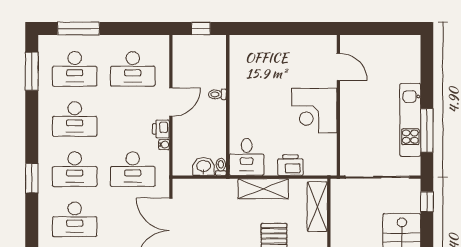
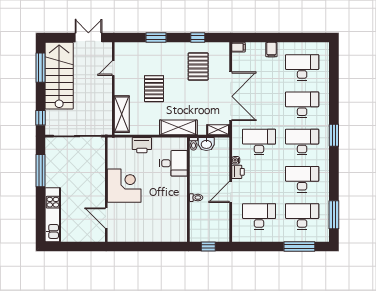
kitchen unit: (410, 120) -> (53, 215), moved
desk: (247, 157) -> (173, 163), moved, turned 90
shelving: (188, 186) -> (218, 130), added
shelving: (263, 189) -> (178, 127), moved

